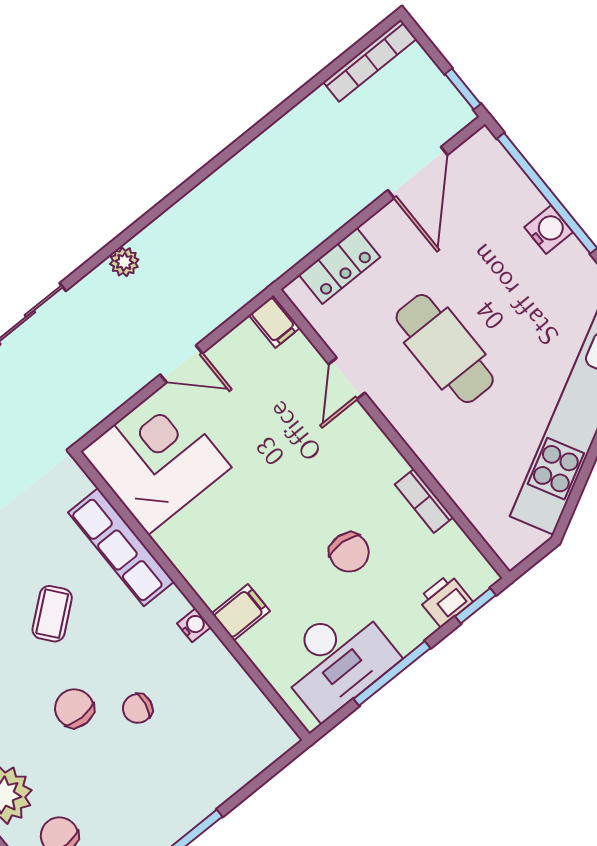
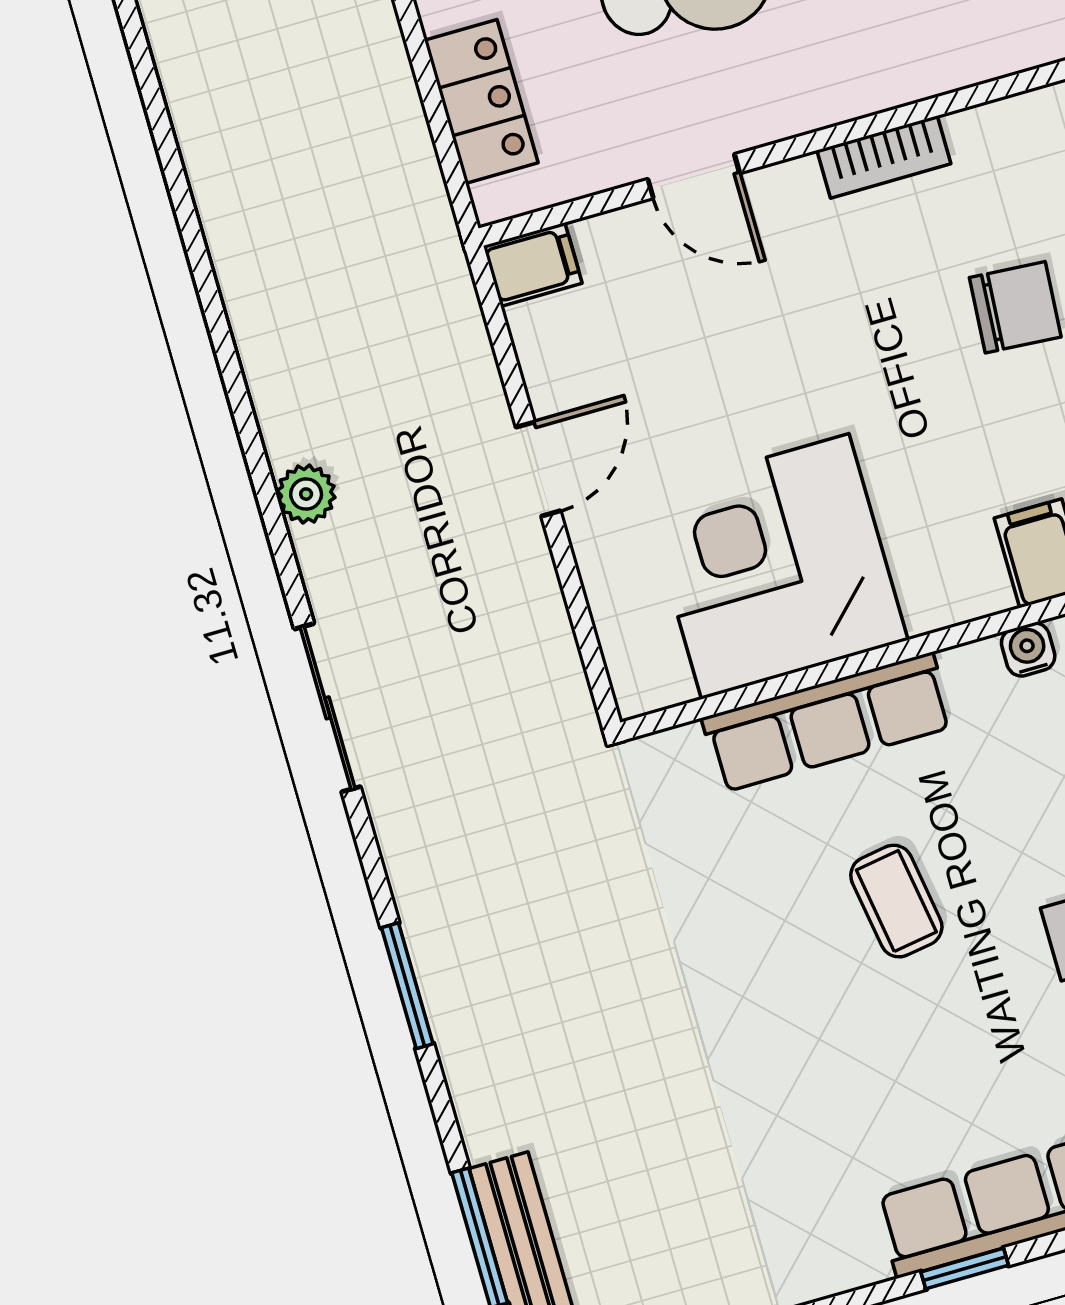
corner desk: (156, 459) -> (775, 566), moved
bookcase: (424, 501) -> (884, 157), moved
coffee table: (52, 614) -> (896, 901), turned 30

